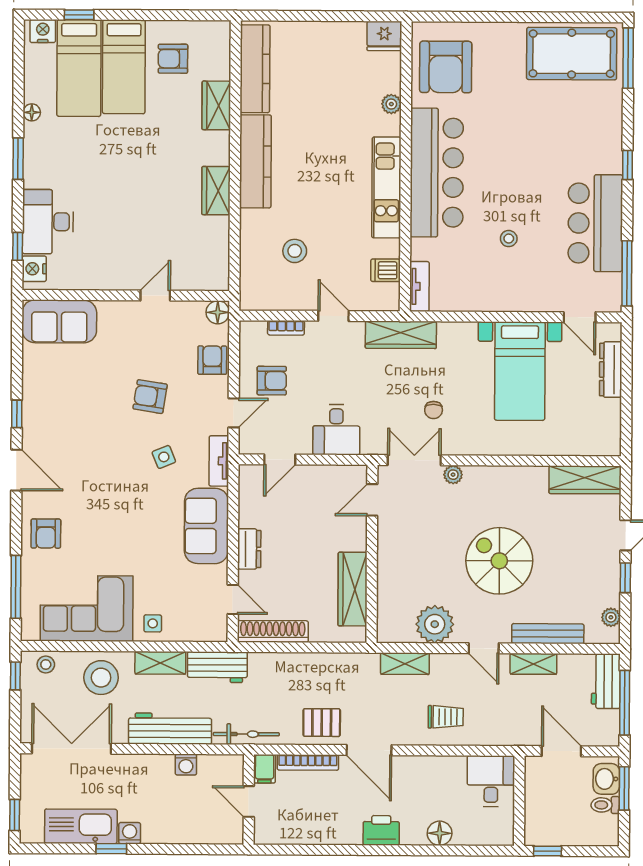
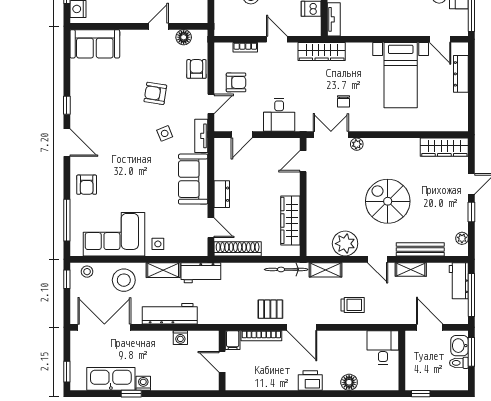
floor lamp: (218, 312) -> (184, 37), moved
bicycle: (246, 734) -> (286, 269), moved, turned 180

